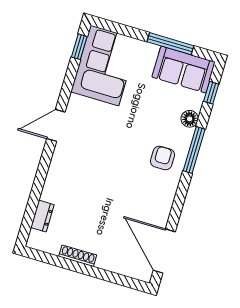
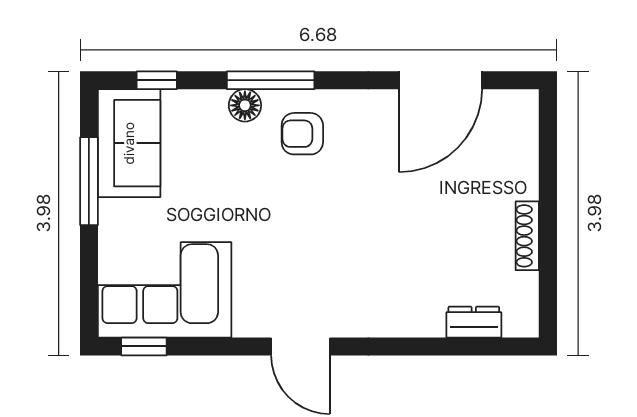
floor lamp: (190, 119) -> (245, 105), moved
door: (164, 251) -> (441, 80), moved

